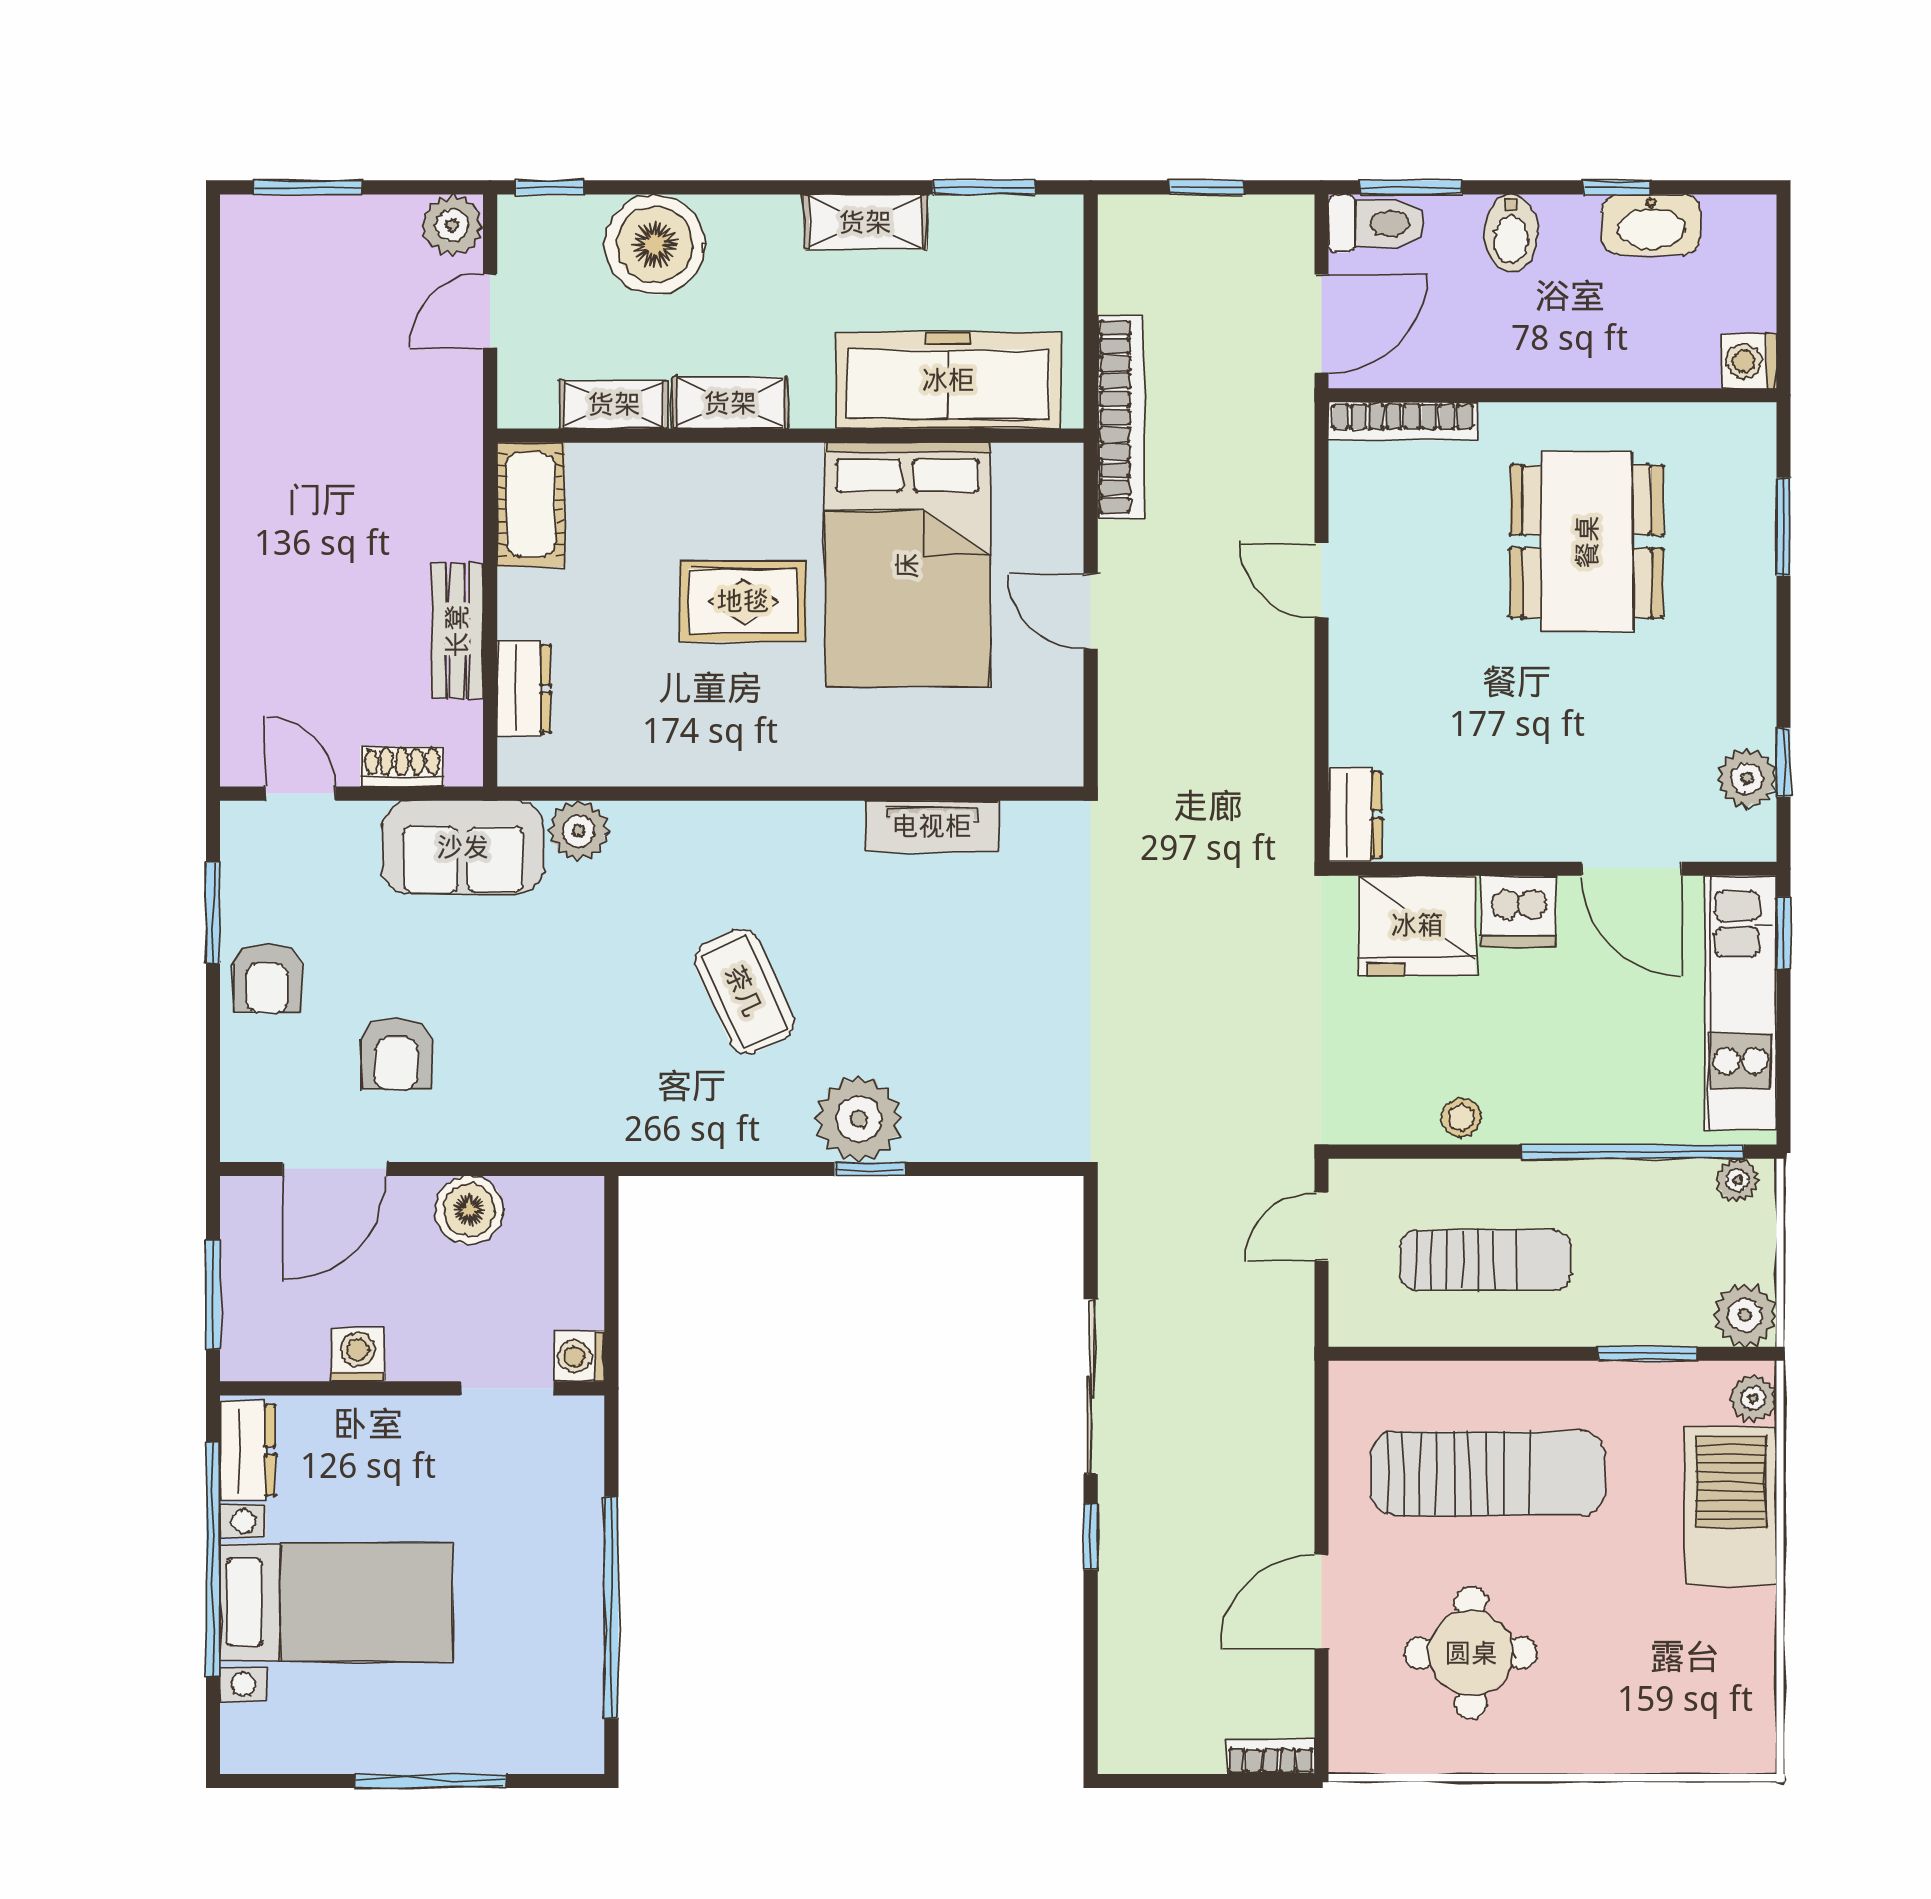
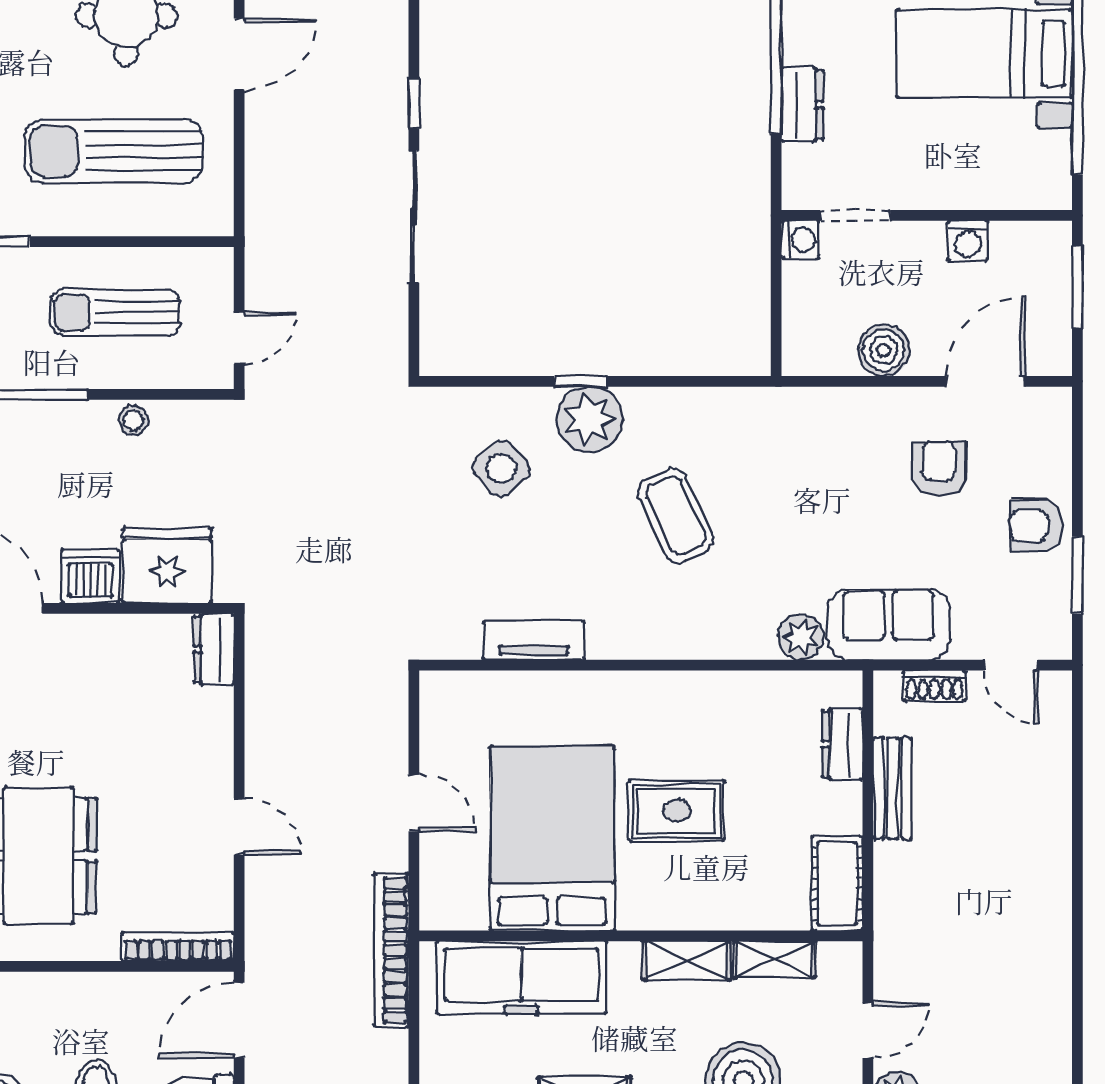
armchair: (267, 978) -> (1036, 525), turned -90
side table: (975, 1054) -> (501, 469), added
dresser: (248, 1450) -> (802, 105), moved, turned 180

